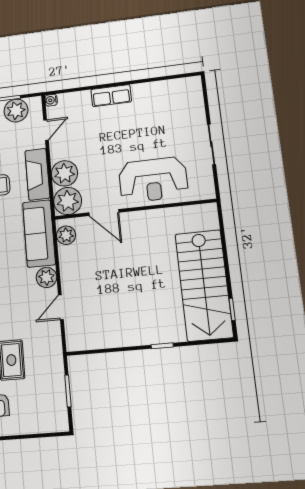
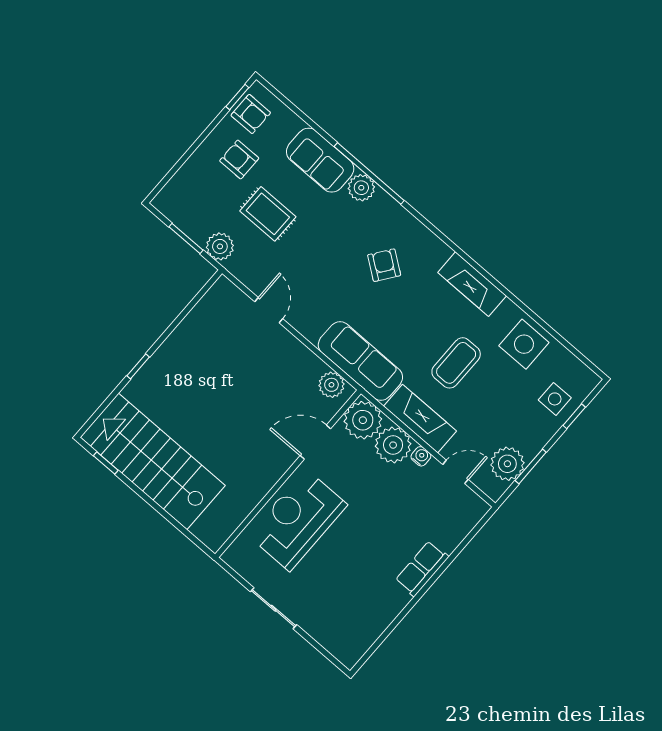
water cooler: (51, 100) -> (421, 456), moved
door: (46, 130) -> (455, 472), swing flipped
plant: (46, 277) -> (220, 246), moved

